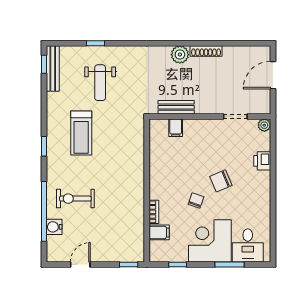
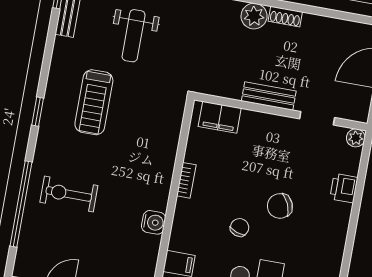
shoe rack: (206, 51) -> (285, 17), width x0.70
bench: (176, 107) -> (269, 96), moved
filing cabinet: (176, 128) -> (220, 117), width x2.00
bookcase: (154, 212) -> (186, 180), moved
water cooler: (54, 227) -> (154, 222), moved, turned 180

